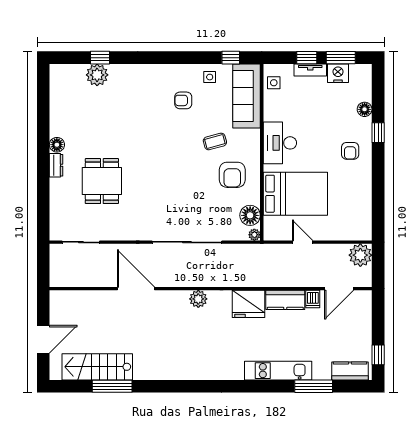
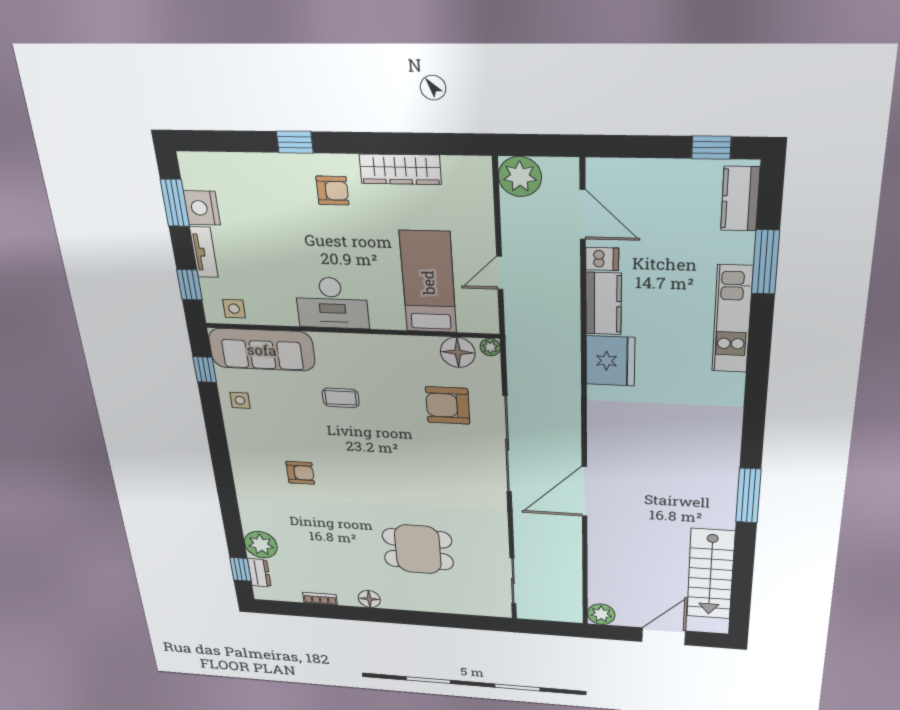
window: (100, 58) -> (240, 569), moved
window: (307, 58) -> (189, 285), moved
armchair: (183, 100) -> (300, 473), moved, turned -90
floor lamp: (365, 109) -> (257, 165), removed
bookcase: (54, 110) -> (320, 599), added
coffee table: (215, 141) -> (341, 398), turned -75
dresser: (56, 165) -> (259, 573), moved, turned 90
armchair: (232, 175) -> (448, 405), moved, turned 180
wardrobe: (363, 190) -> (400, 169), added
bed: (295, 194) -> (428, 282), width x0.67
door: (136, 289) -> (584, 491), moved
plant: (198, 299) -> (601, 614), moved
door: (43, 339) -> (664, 636), hinge flipped
window: (112, 386) -> (748, 496), moved

